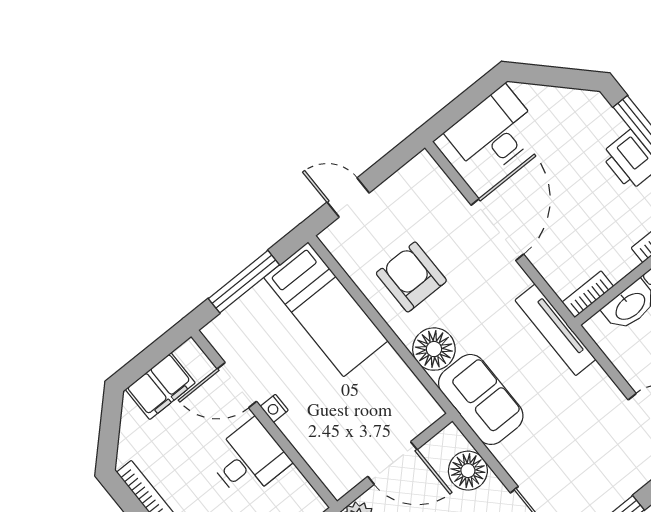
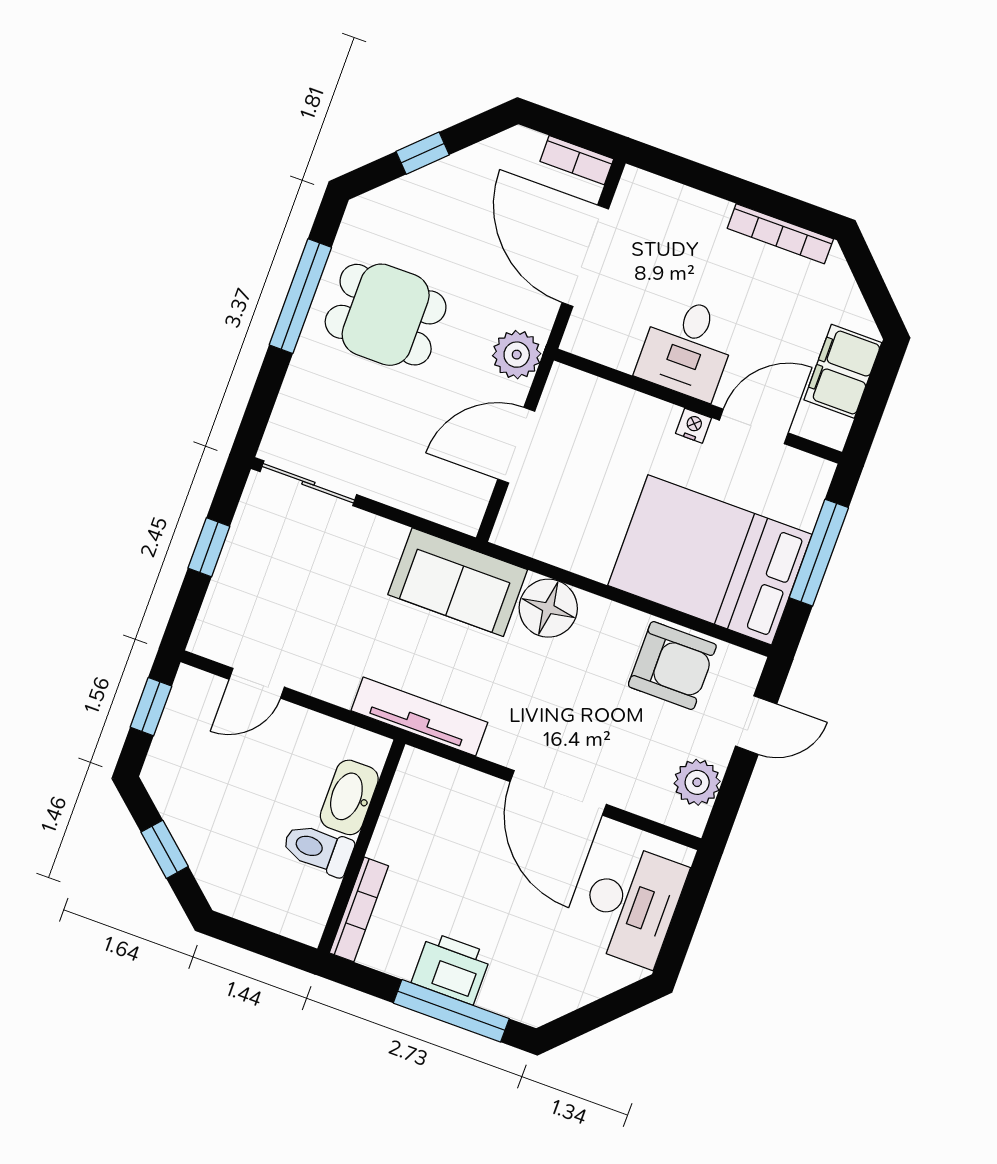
plant: (407, 184) -> (697, 782), added
armchair: (411, 277) -> (672, 666), moved
bookcase: (588, 294) -> (406, 781), removed
bed: (326, 309) -> (710, 560), width x1.50
floor lamp: (468, 471) -> (422, 490), removed

